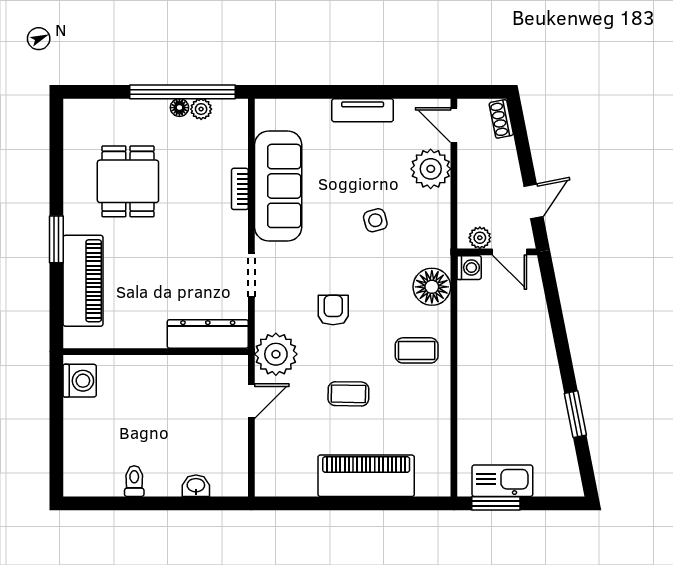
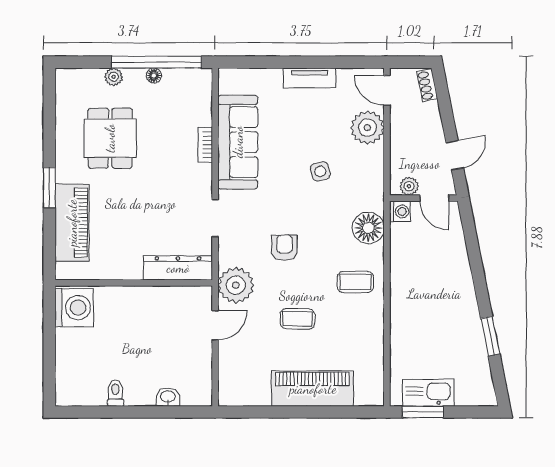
plant: (201, 109) -> (114, 77), moved
washing machine: (80, 381) -> (74, 308), width x1.37, depth x1.37

